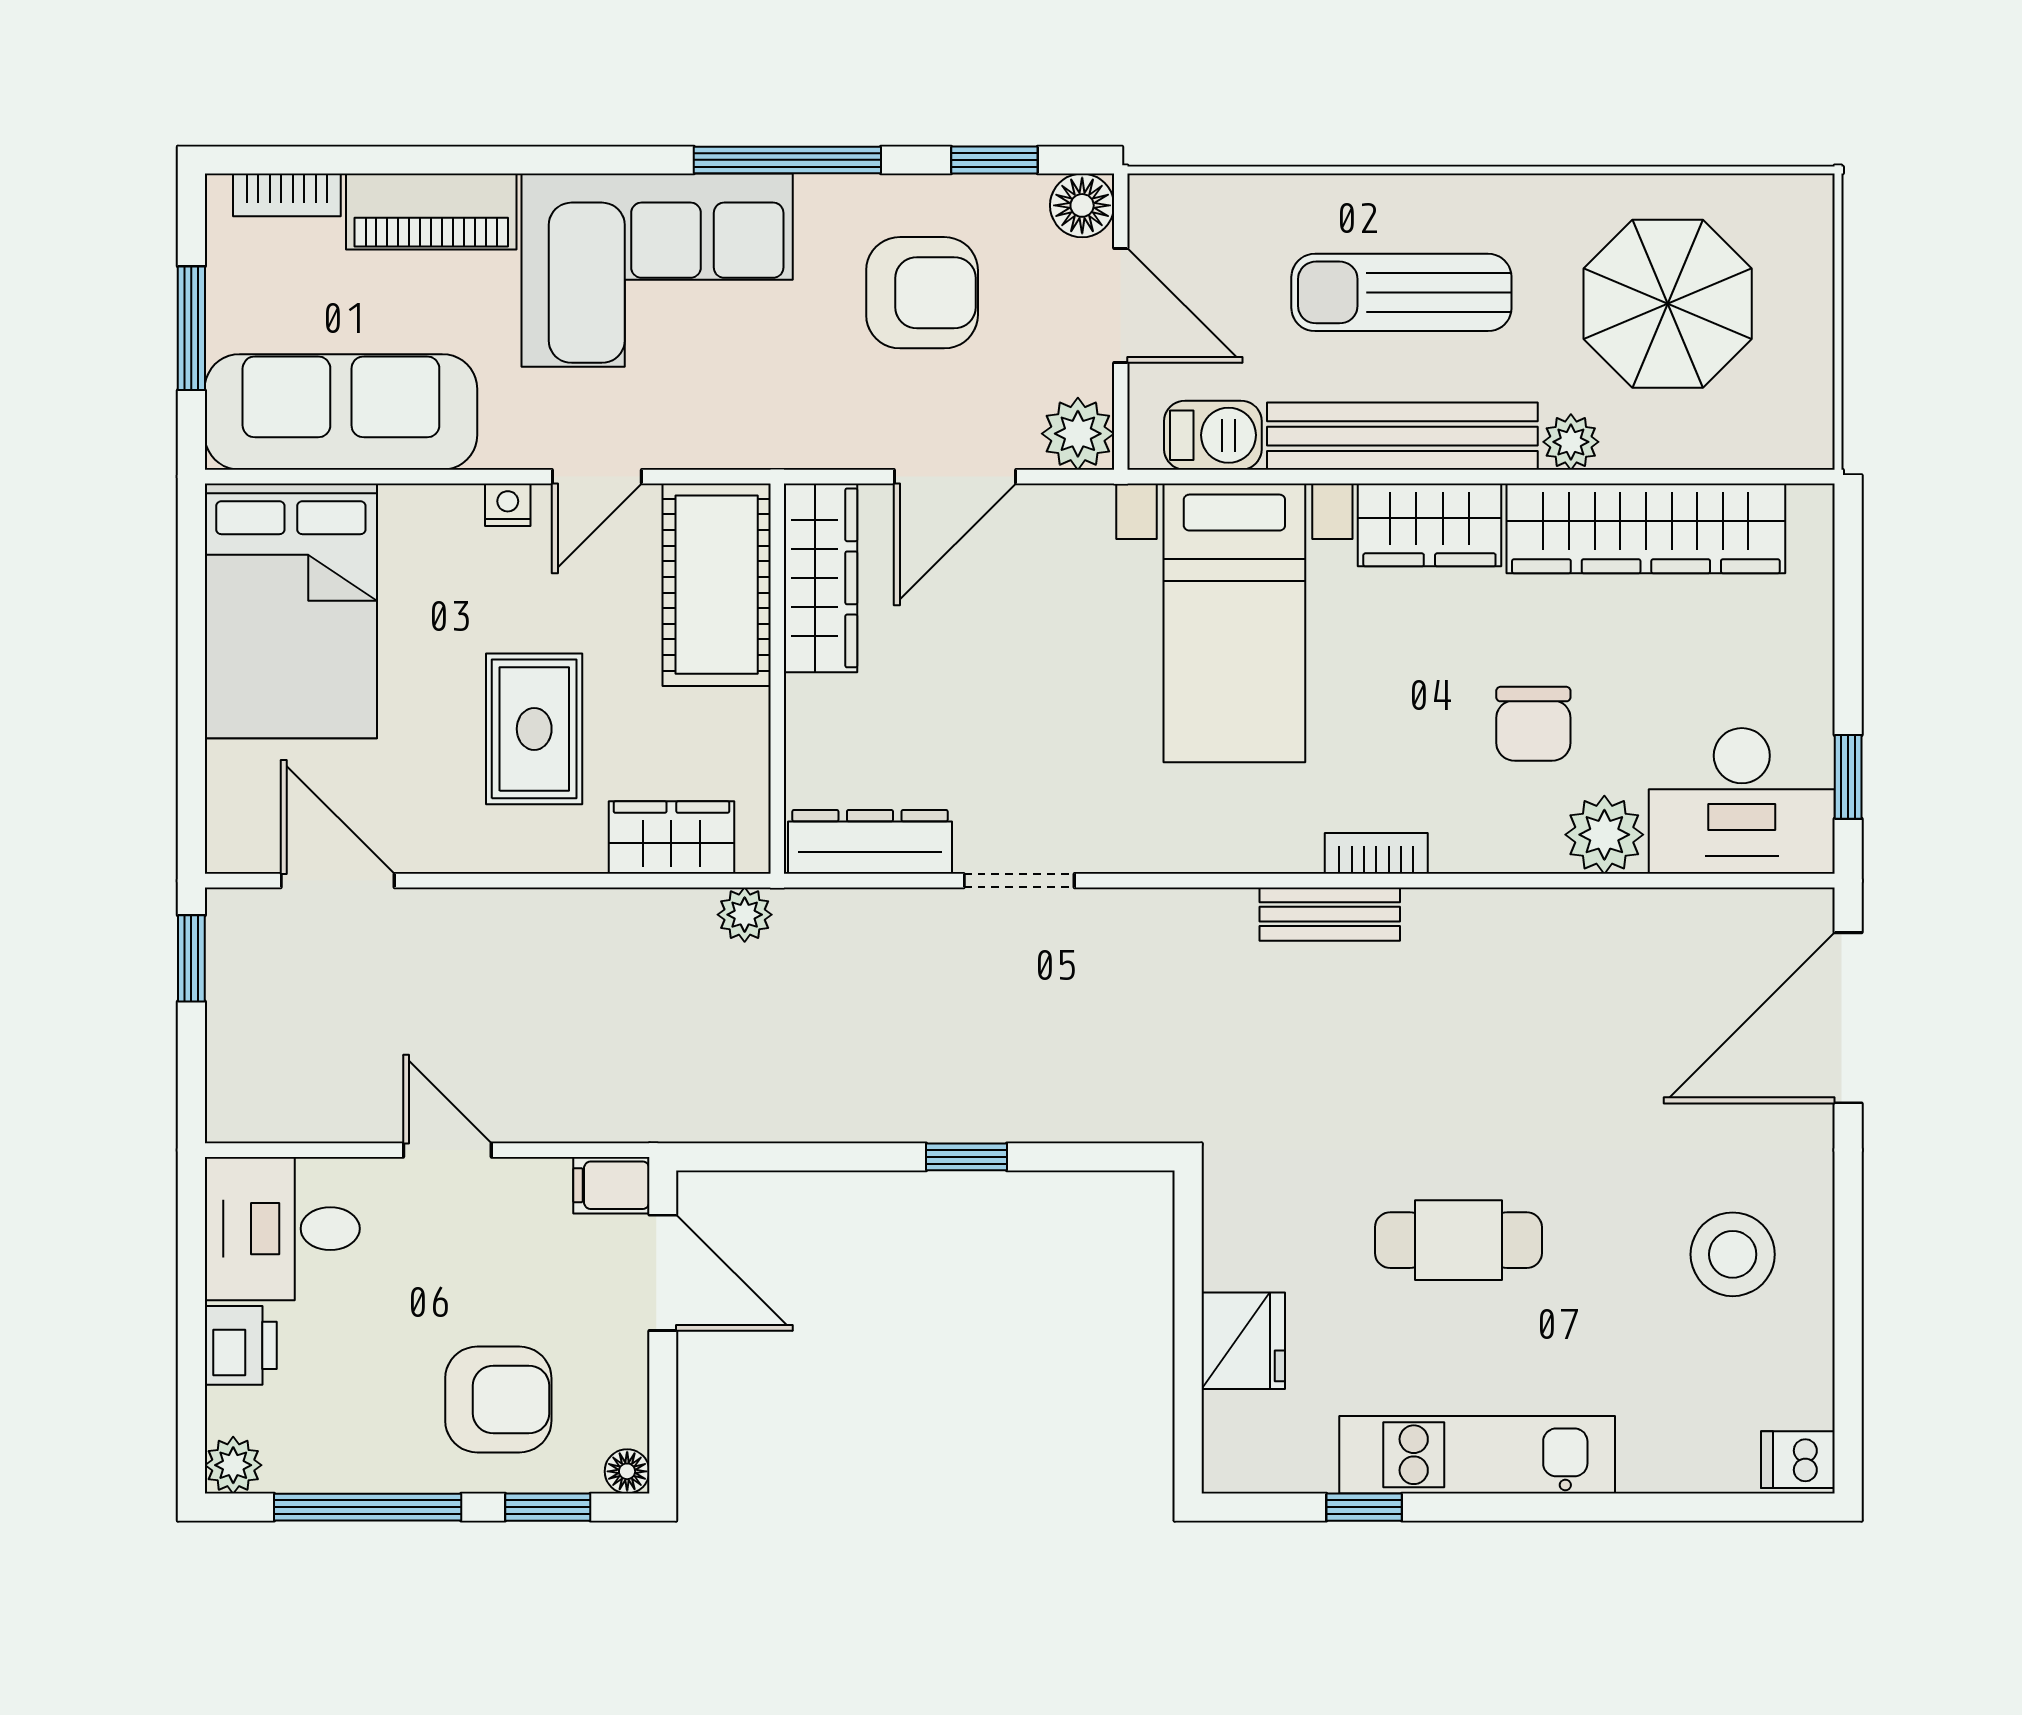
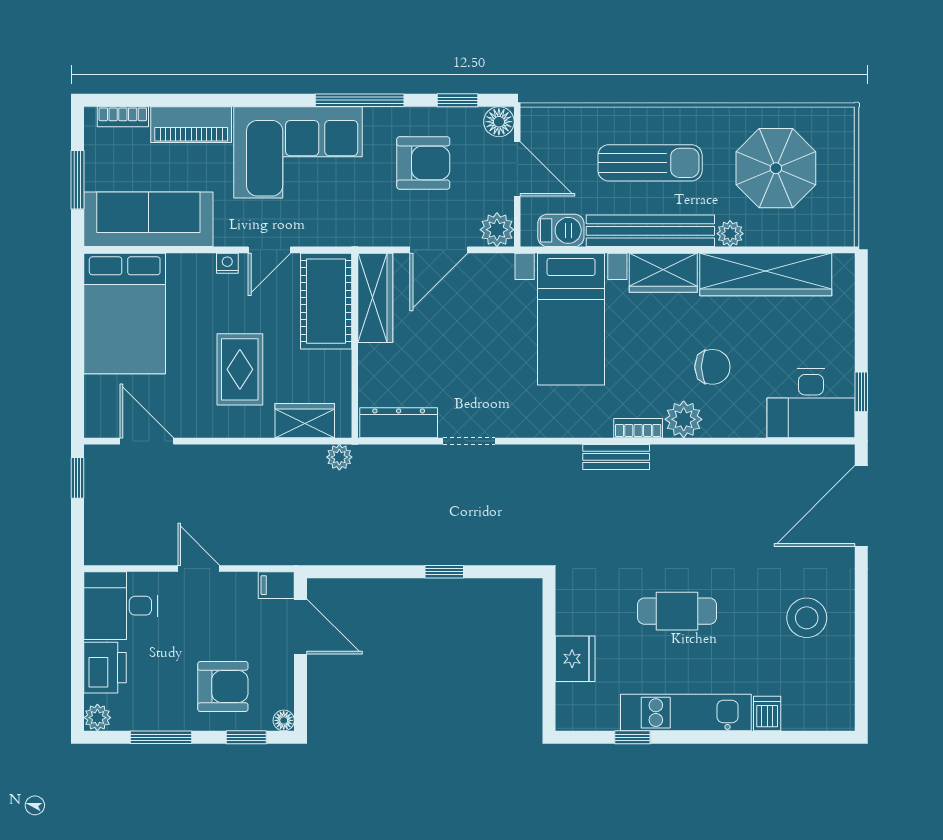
sun lounger: (1401, 292) -> (650, 163), turned 180
chair: (1533, 724) -> (712, 367), turned -90
plant: (1604, 835) -> (684, 419), moved
printer: (241, 1345) -> (105, 668), width x1.36, depth x1.24
dishwasher: (1798, 1460) -> (767, 714), moved, turned 90
window: (368, 1507) -> (161, 737), width x0.69

